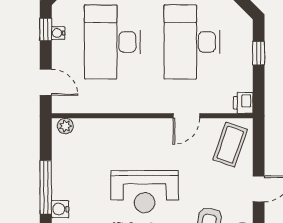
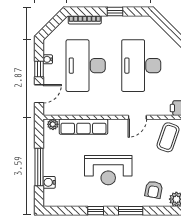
window: (46, 29) -> (39, 69), moved
door: (46, 82) -> (39, 94), hinge flipped
row of seats: (109, 129) -> (83, 127), added

